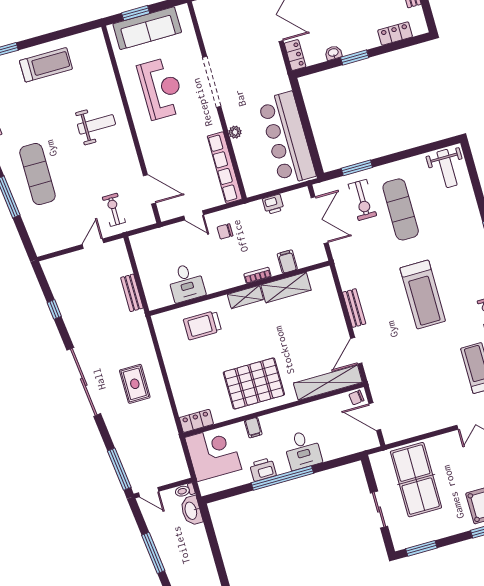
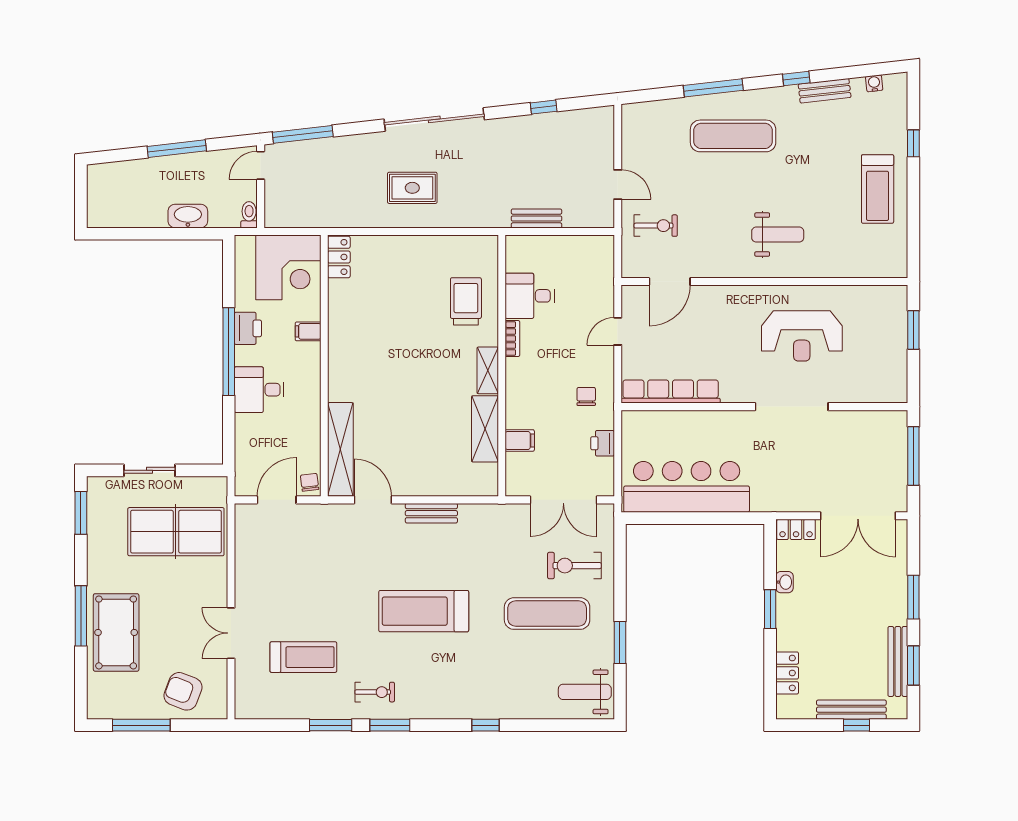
sofa: (147, 28) -> (889, 340), removed
weight bench: (96, 124) -> (778, 235), turned -90
plant: (235, 132) -> (715, 419), removed
window: (357, 168) -> (620, 642), moved
chair: (225, 231) -> (586, 396), moved
bookcase: (257, 275) -> (512, 339), moved
pallet: (254, 383) -> (367, 349), removed
washbasin: (191, 511) -> (188, 216), moved

